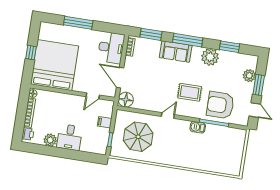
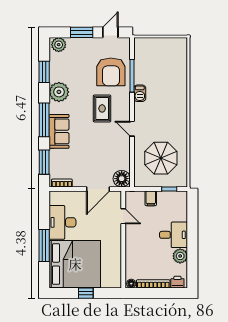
desk: (111, 48) -> (62, 222), moved, turned -90
bed: (55, 65) -> (75, 264), moved, turned 180
plant: (249, 76) -> (59, 45), moved

